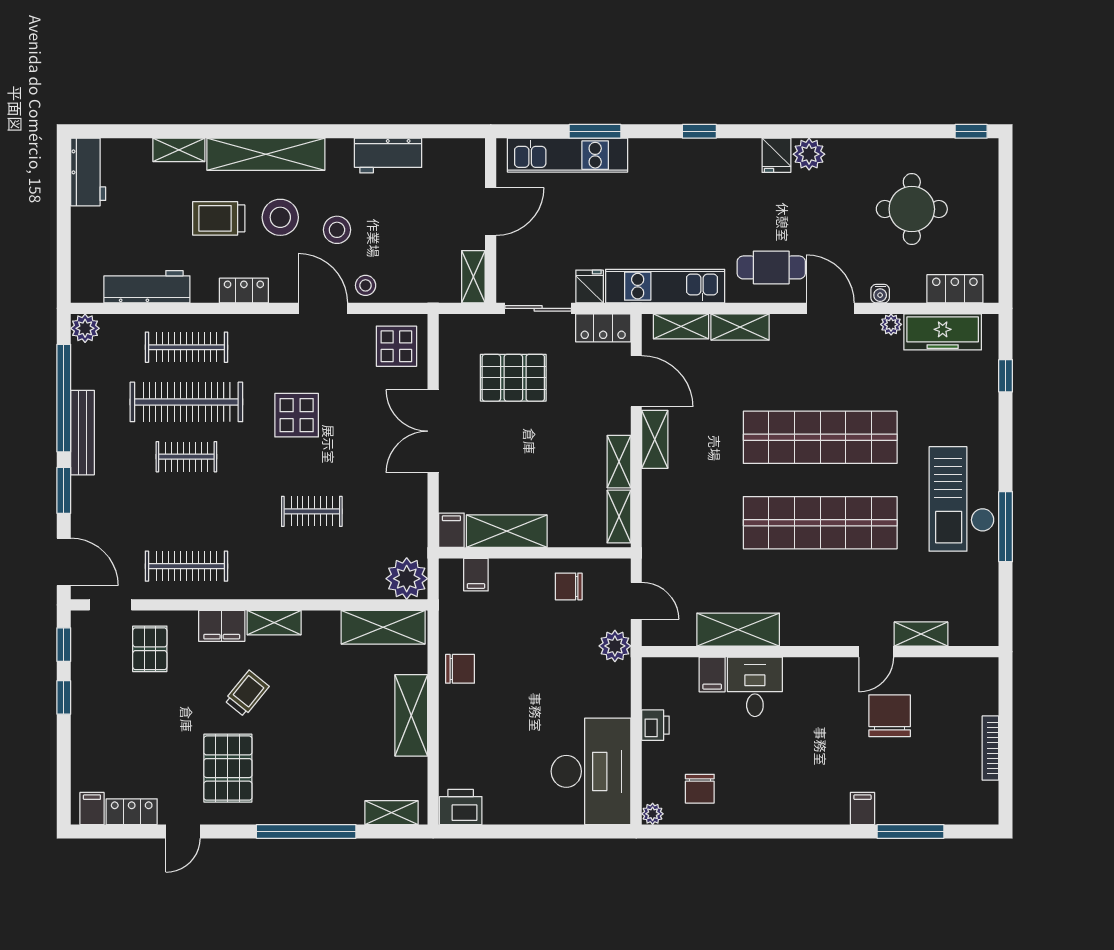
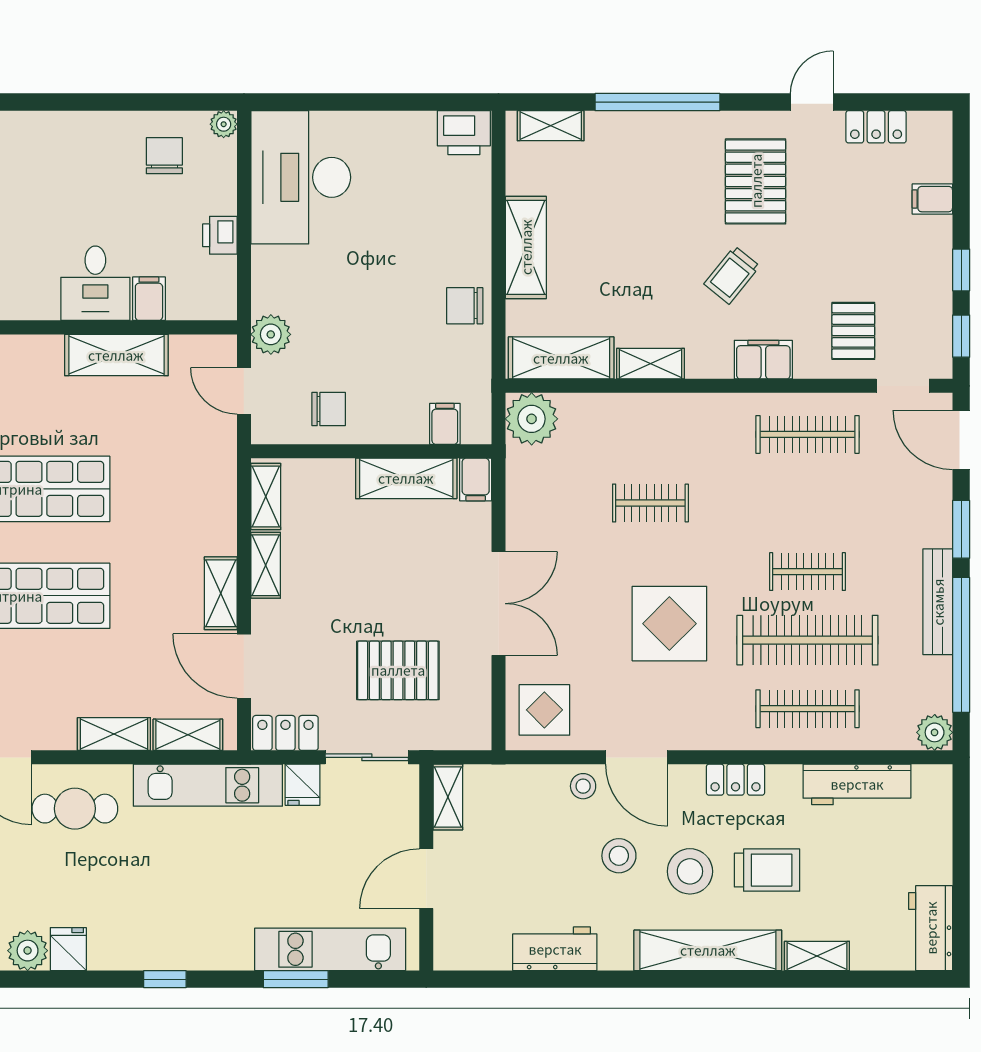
display table: (297, 415) -> (669, 624), width x1.36, depth x1.36
shelving: (274, 623) -> (651, 364), moved
filing cabinet: (92, 808) -> (932, 199), moved, turned 90

